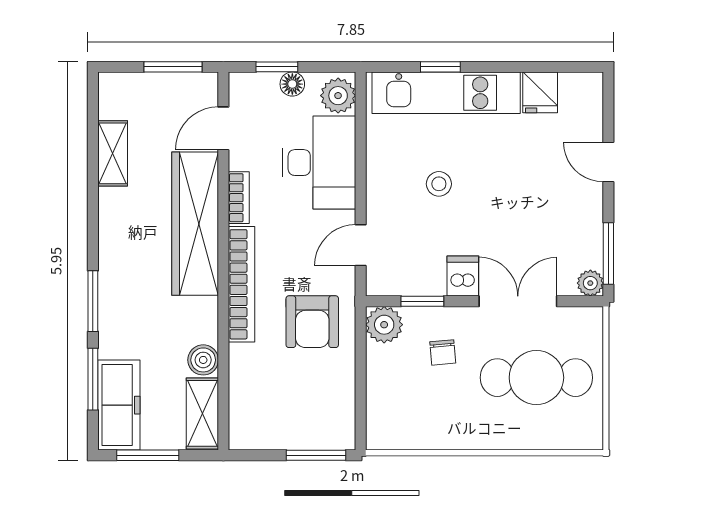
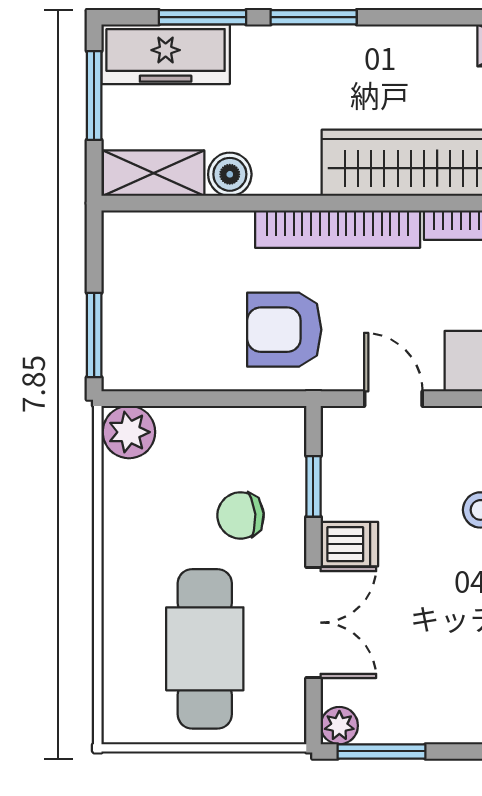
plant: (384, 325) -> (129, 432), moved
chair: (443, 352) -> (241, 515), width x1.37, depth x1.37

